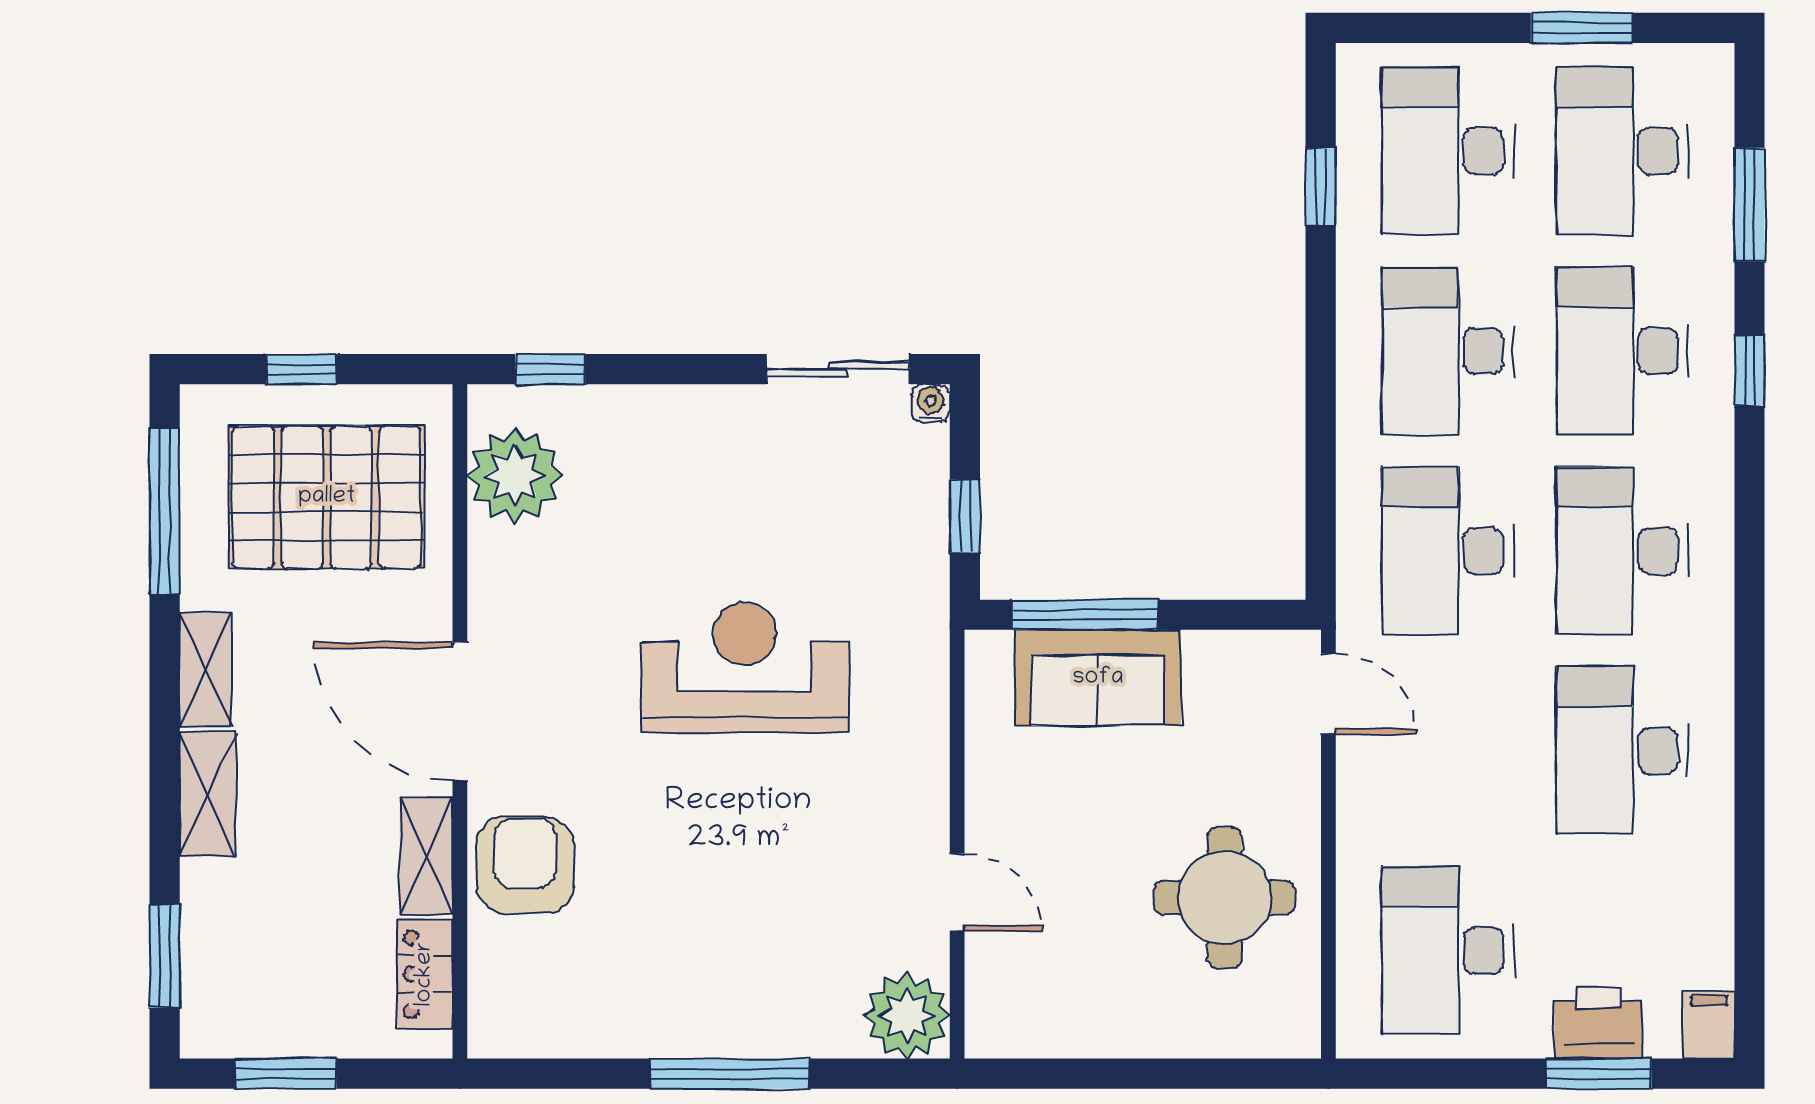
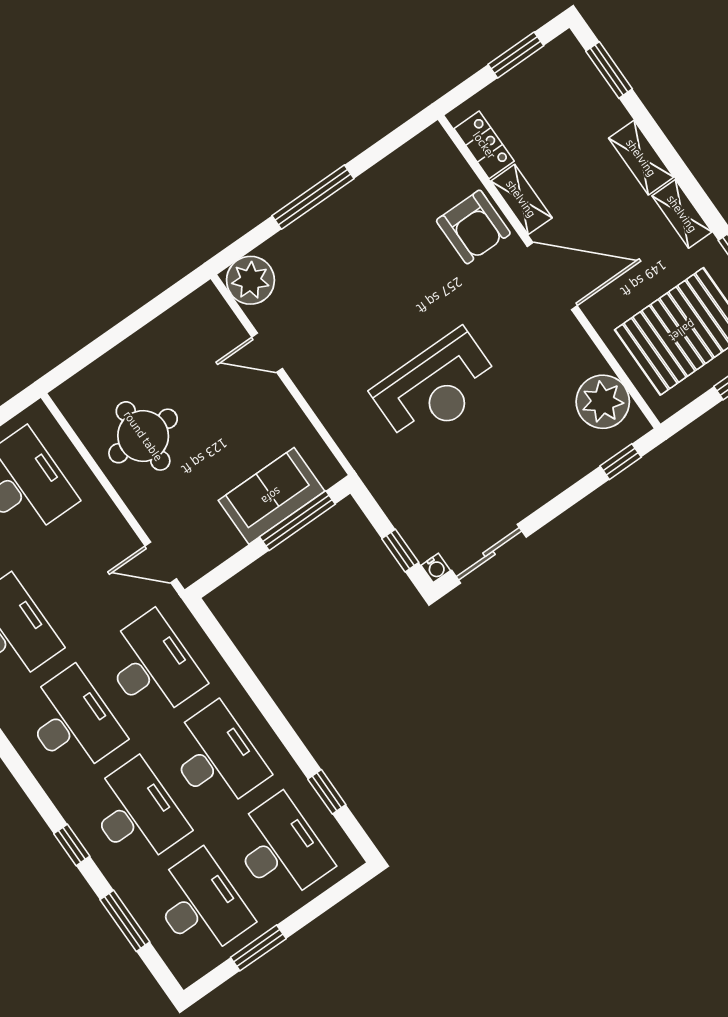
window: (965, 516) -> (400, 551), moved

